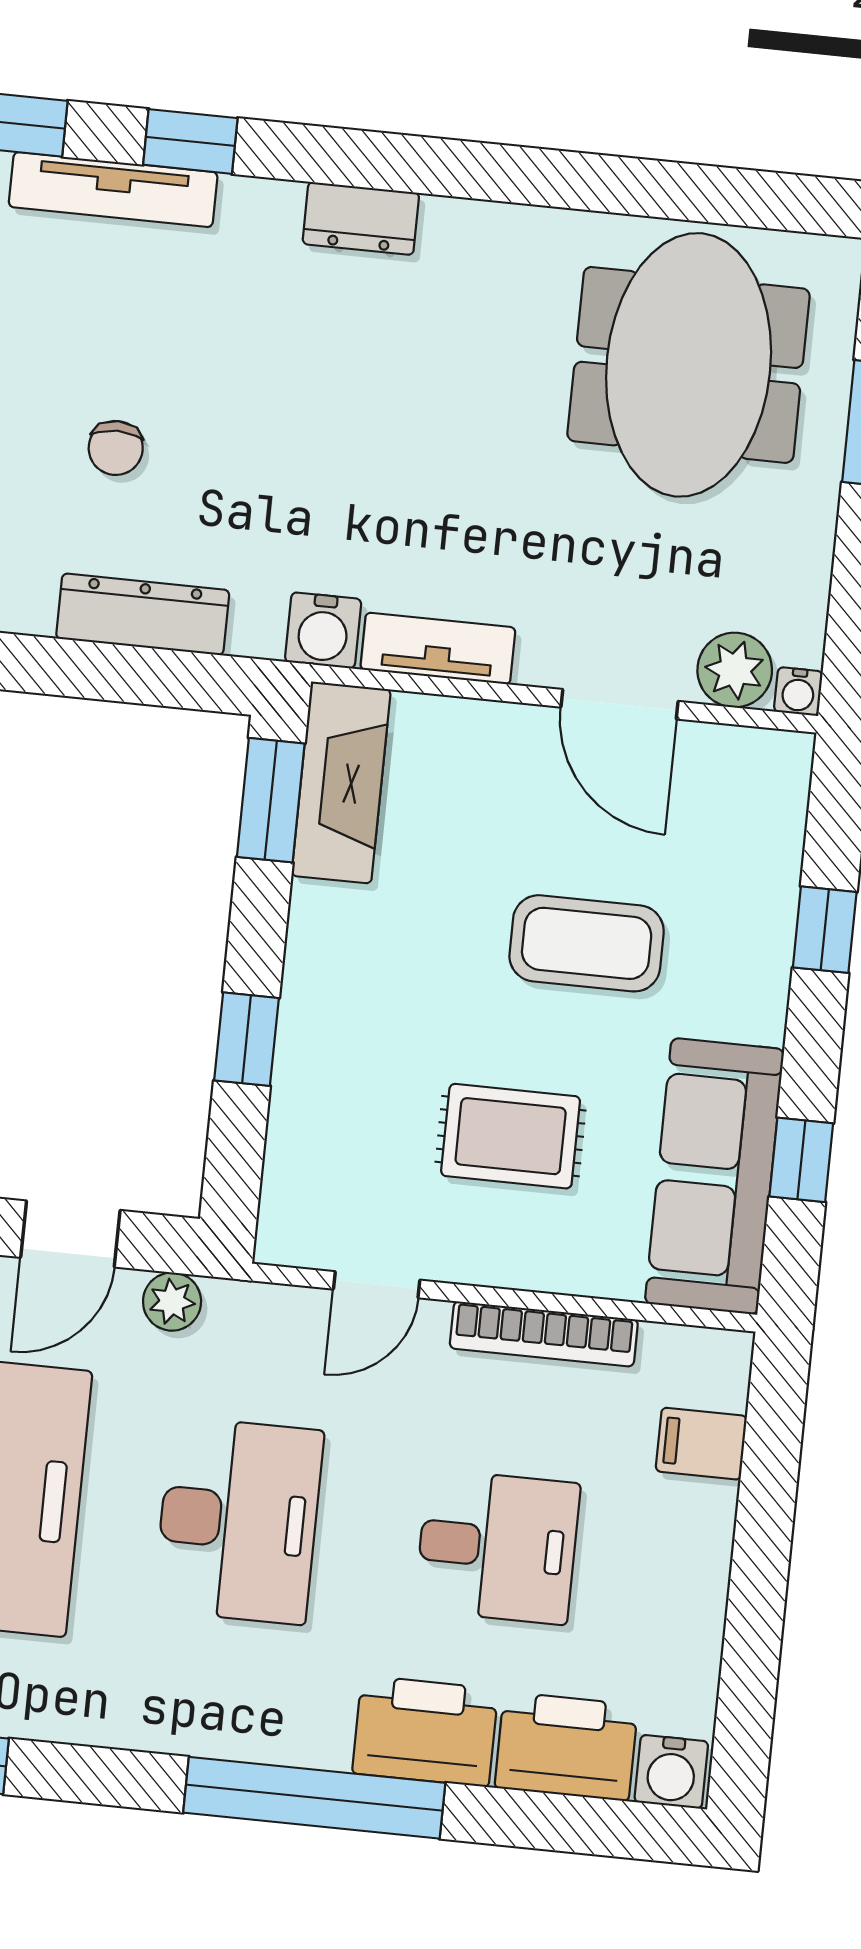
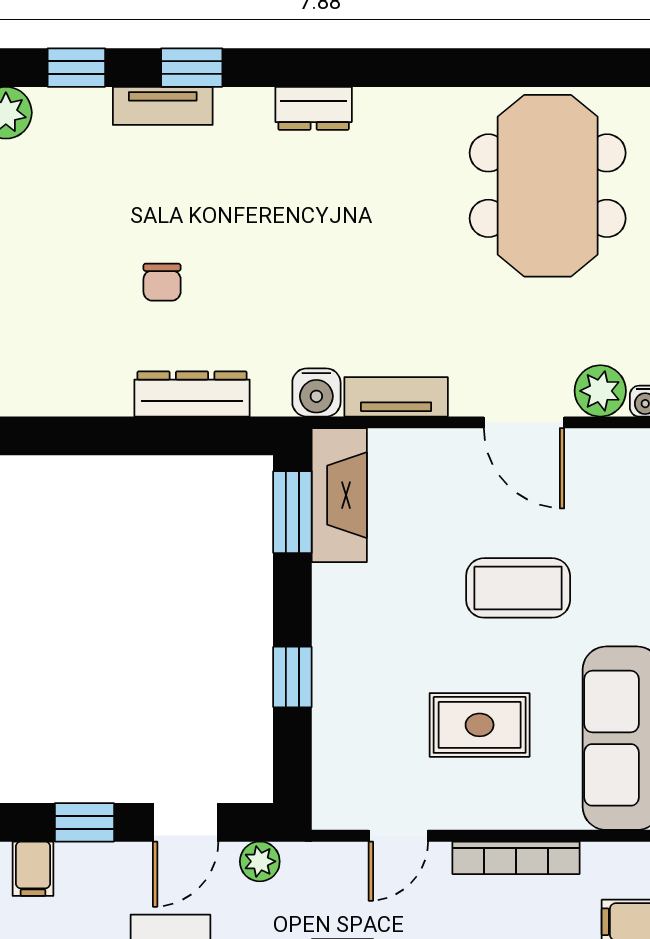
tv unit: (113, 190) -> (163, 106), width x0.71

